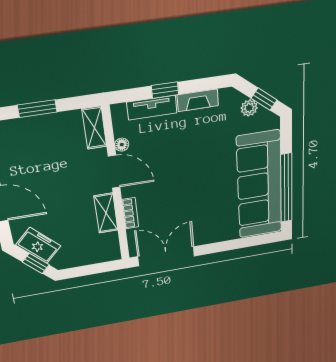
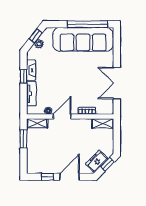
window: (165, 90) -> (24, 76), moved
window: (37, 109) -> (24, 139), moved
shelving: (106, 213) -> (103, 123), moved
double door: (166, 256) -> (117, 83), moved

